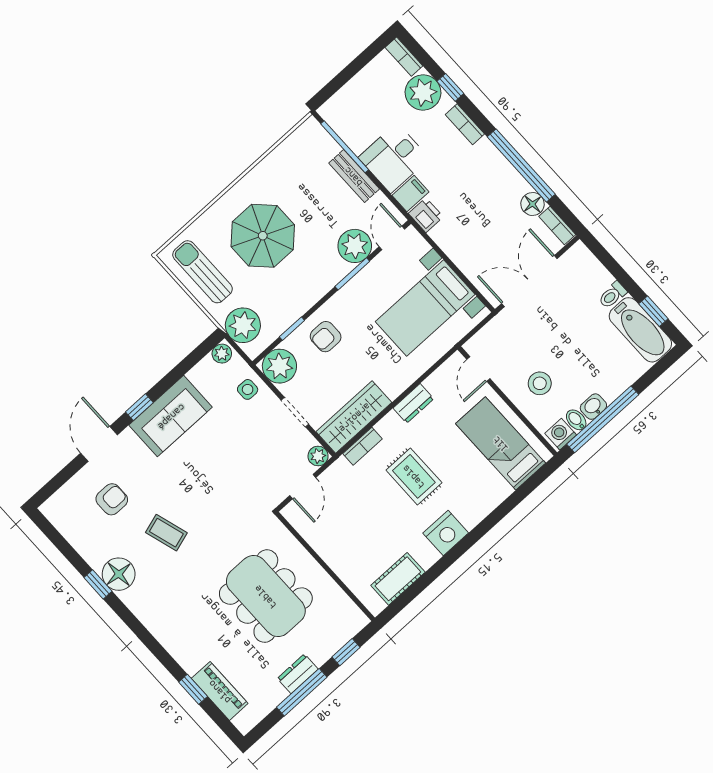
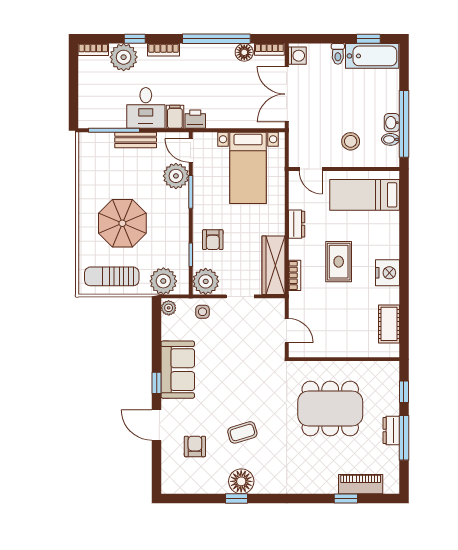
washing machine: (561, 434) -> (297, 56), moved, turned 180
plant: (318, 456) -> (277, 306), removed
rug: (414, 476) -> (339, 262), turned 90

